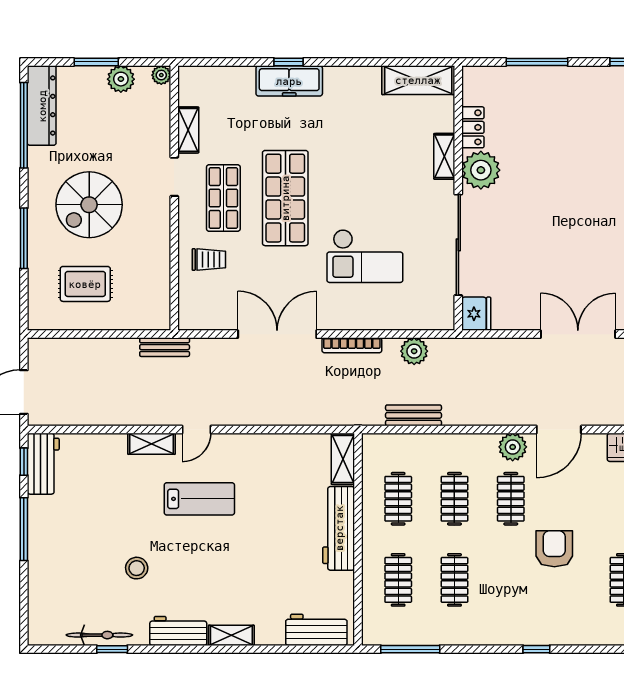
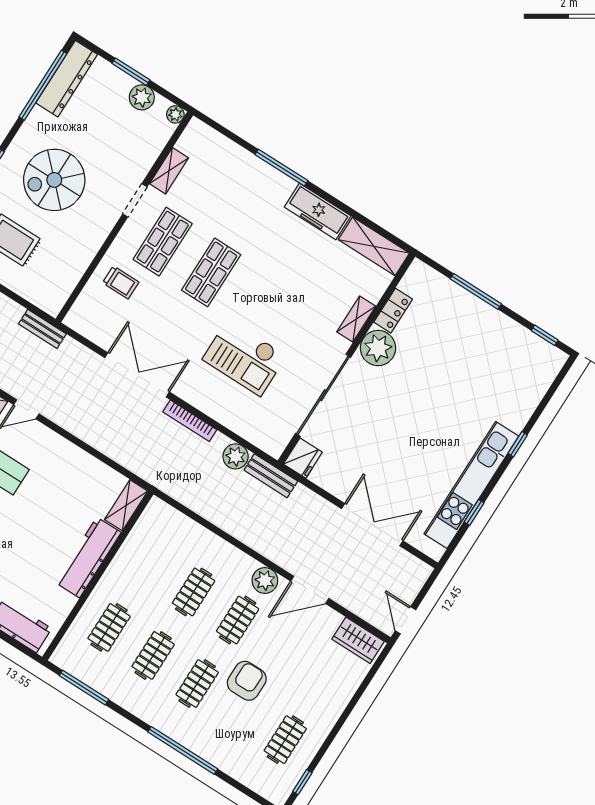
window: (289, 62) -> (281, 168), width x2.17
freezer: (289, 81) -> (318, 211), moved
shop shelf: (285, 198) -> (211, 272), width x0.70, depth x0.74
bench: (414, 415) -> (271, 476), moved
clothes rail: (398, 499) -> (197, 684), moved
window: (536, 649) -> (183, 750), width x3.17

